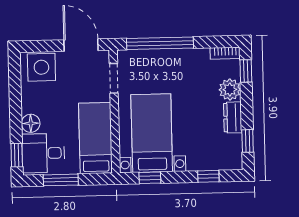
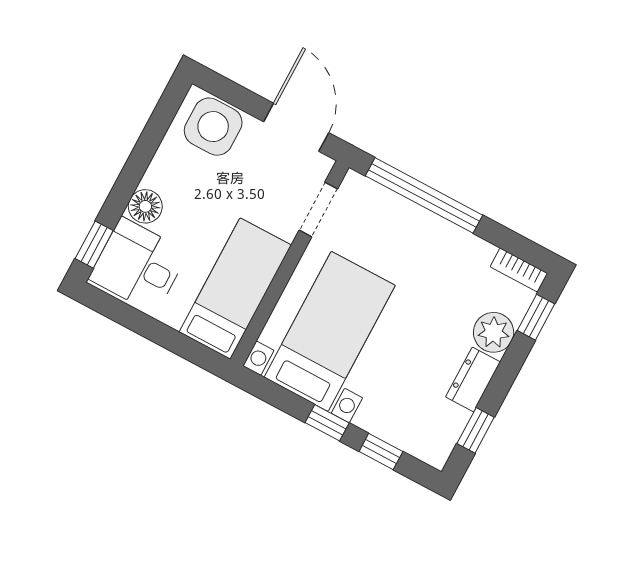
window: (150, 178) -> (327, 423), moved
window: (61, 180) -> (142, 324), removed

